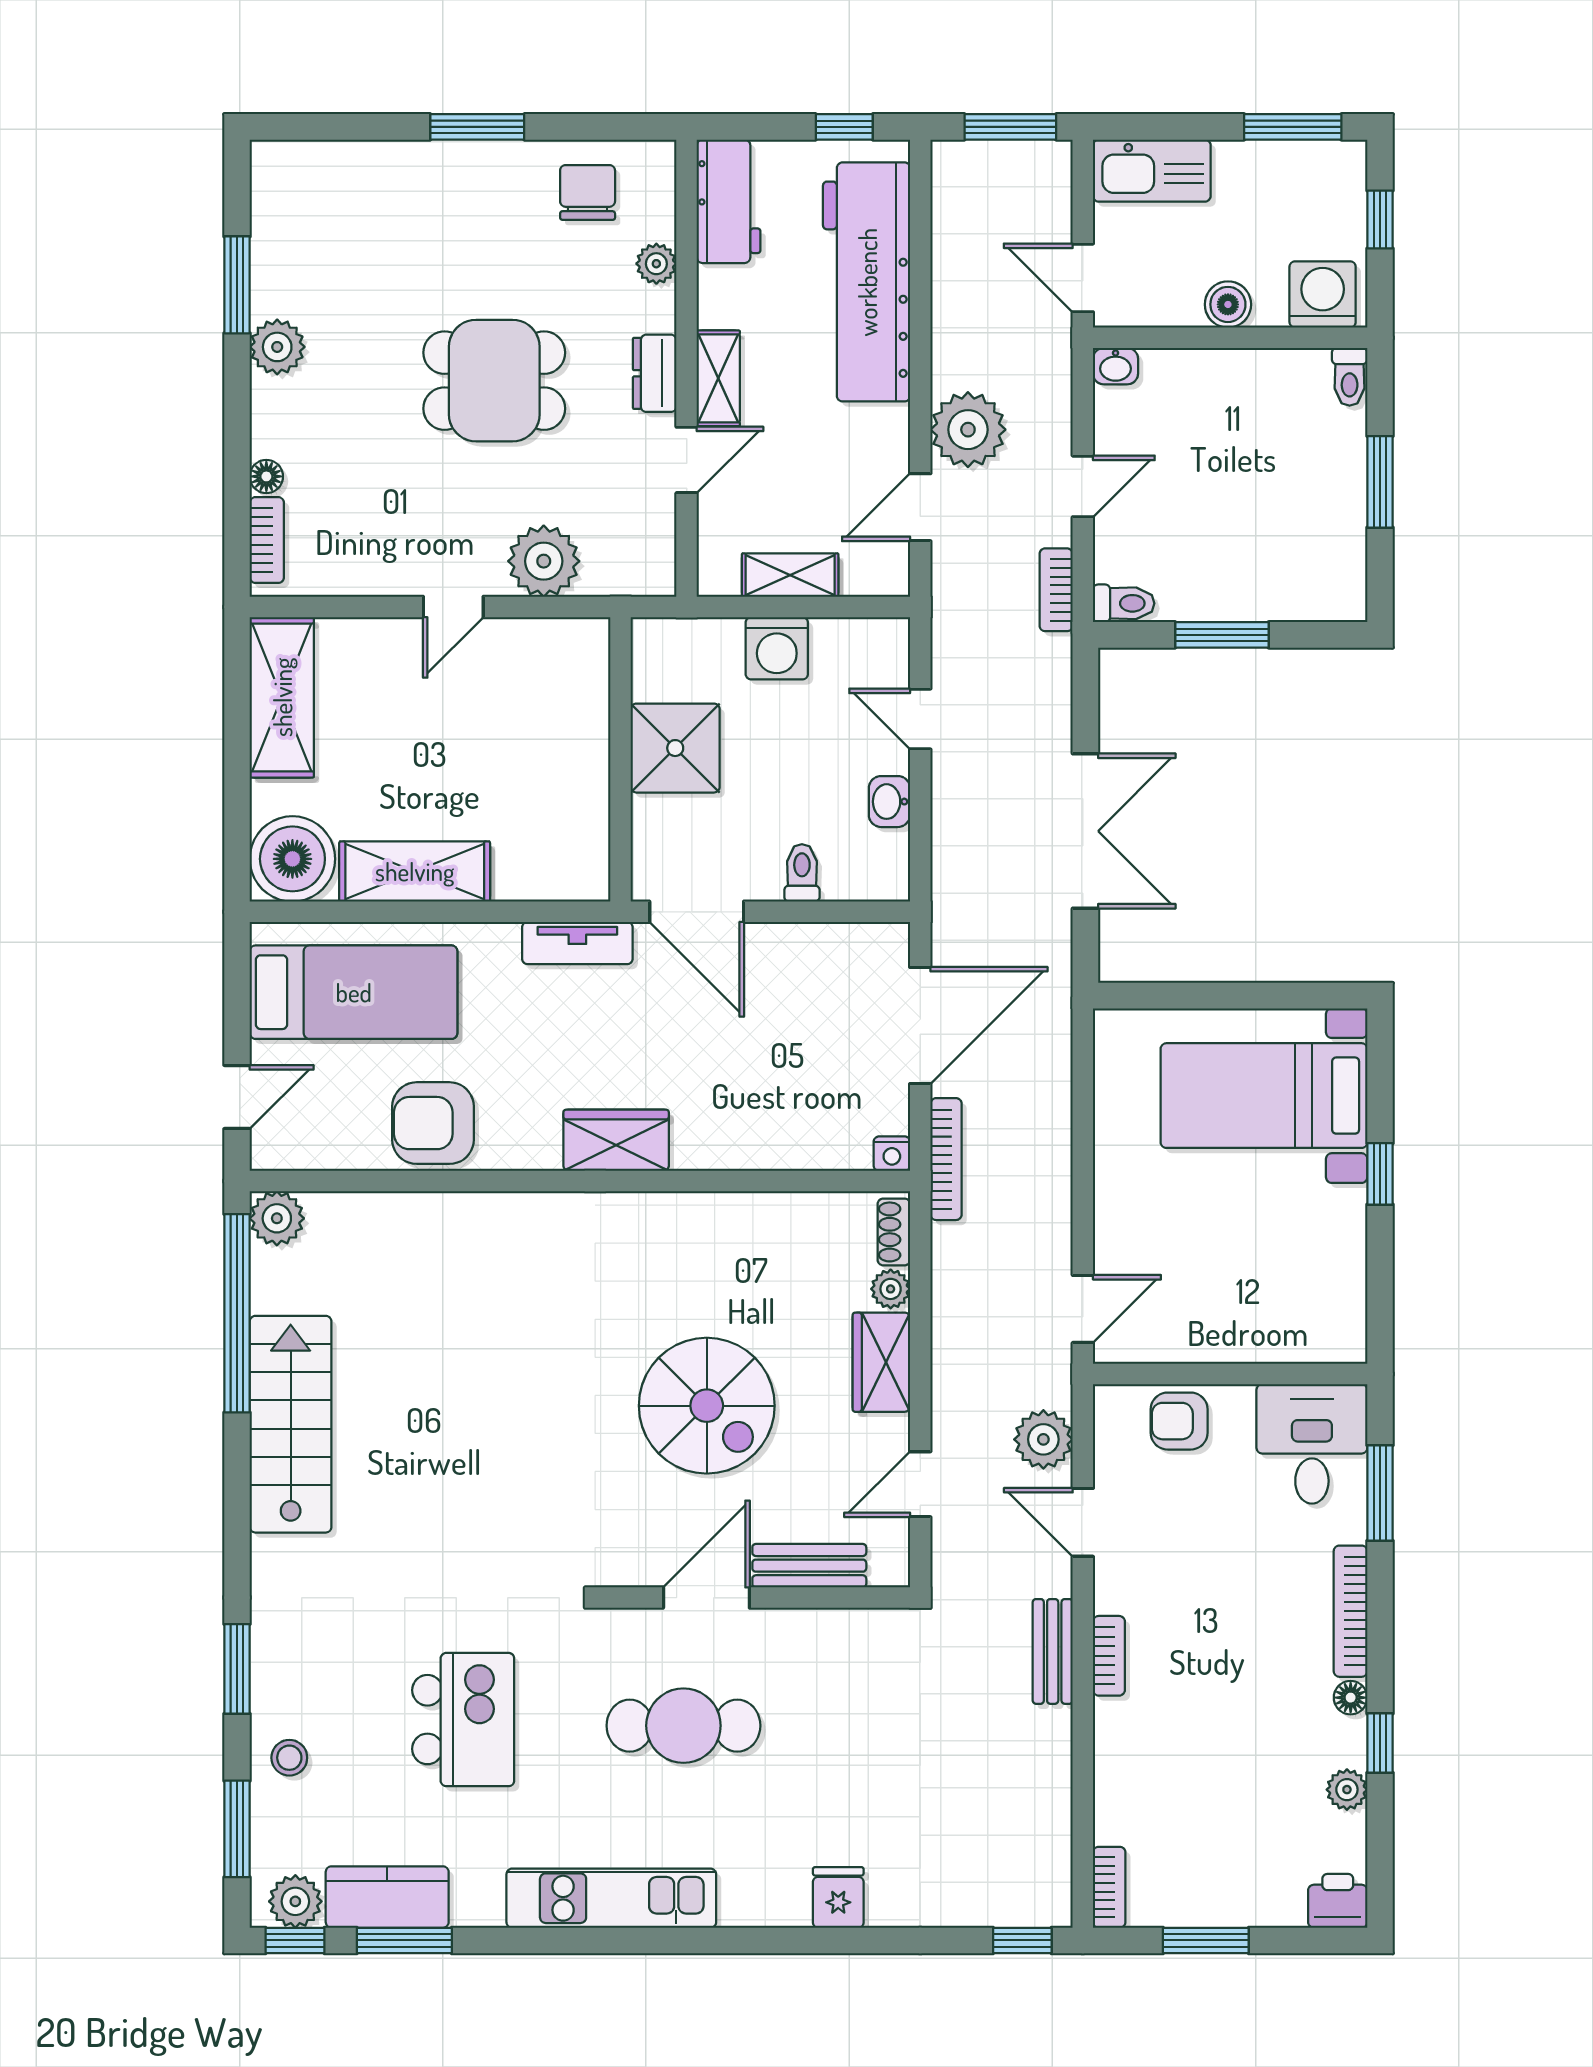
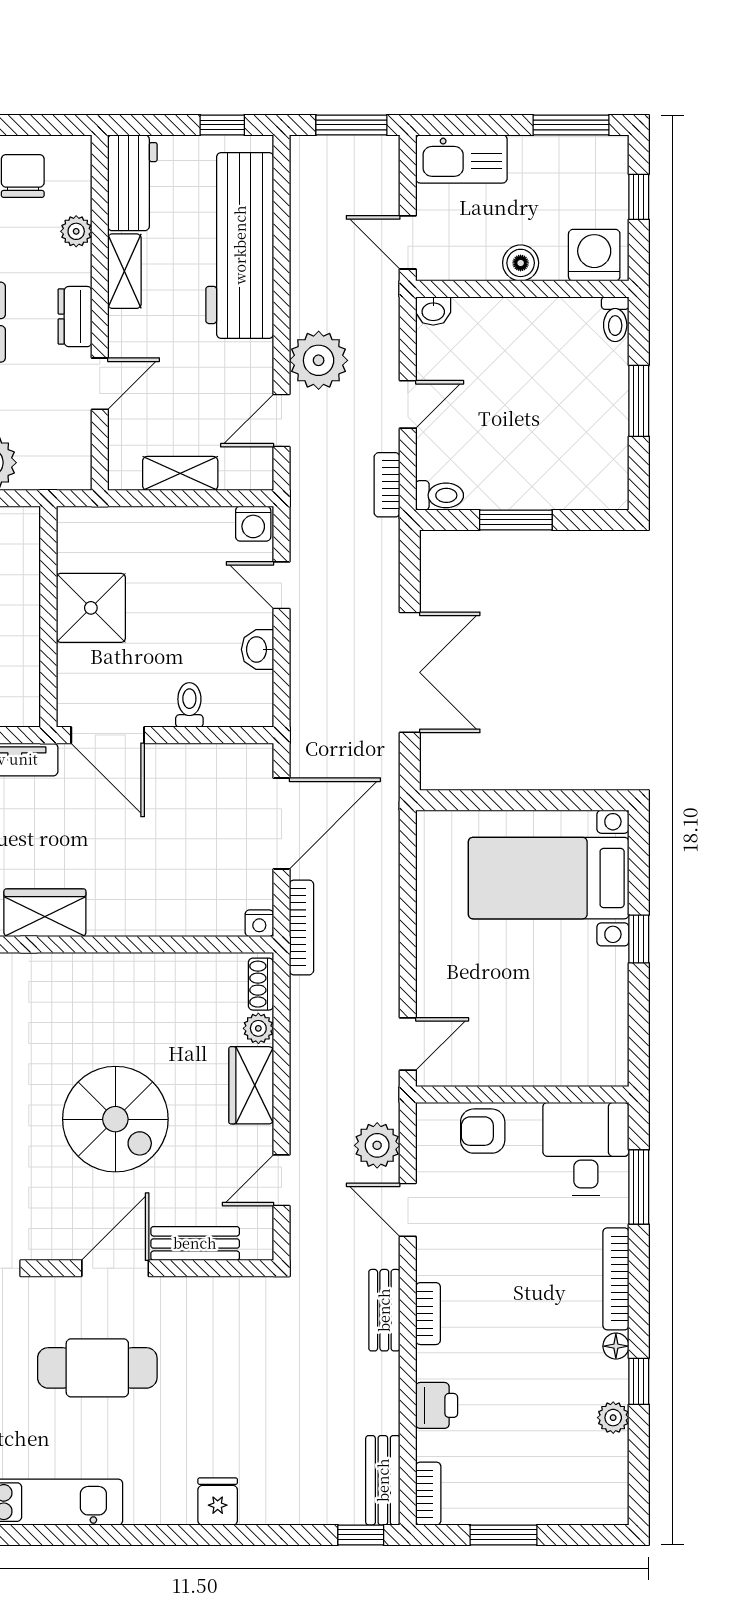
shelving: (718, 378) -> (124, 271), moved
washing machine: (777, 648) -> (253, 524), moved, width x0.73, depth x0.73
bench: (1051, 1870) -> (383, 1480), added
printer: (1338, 1901) -> (437, 1405), moved, turned 90

